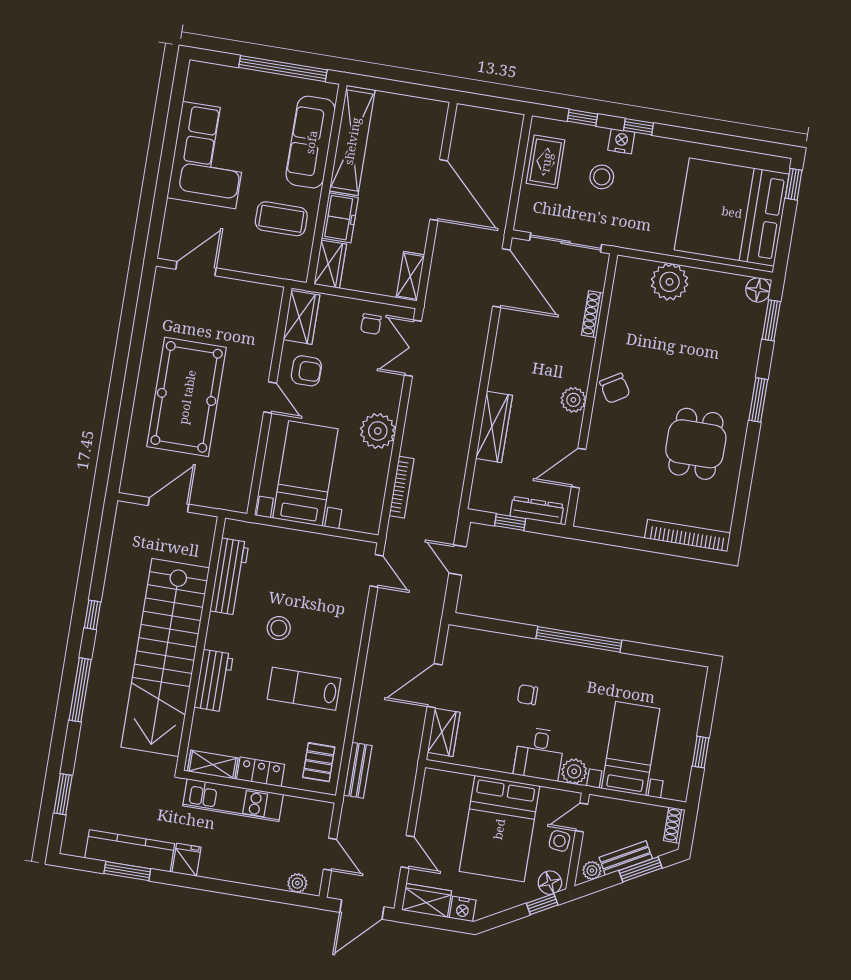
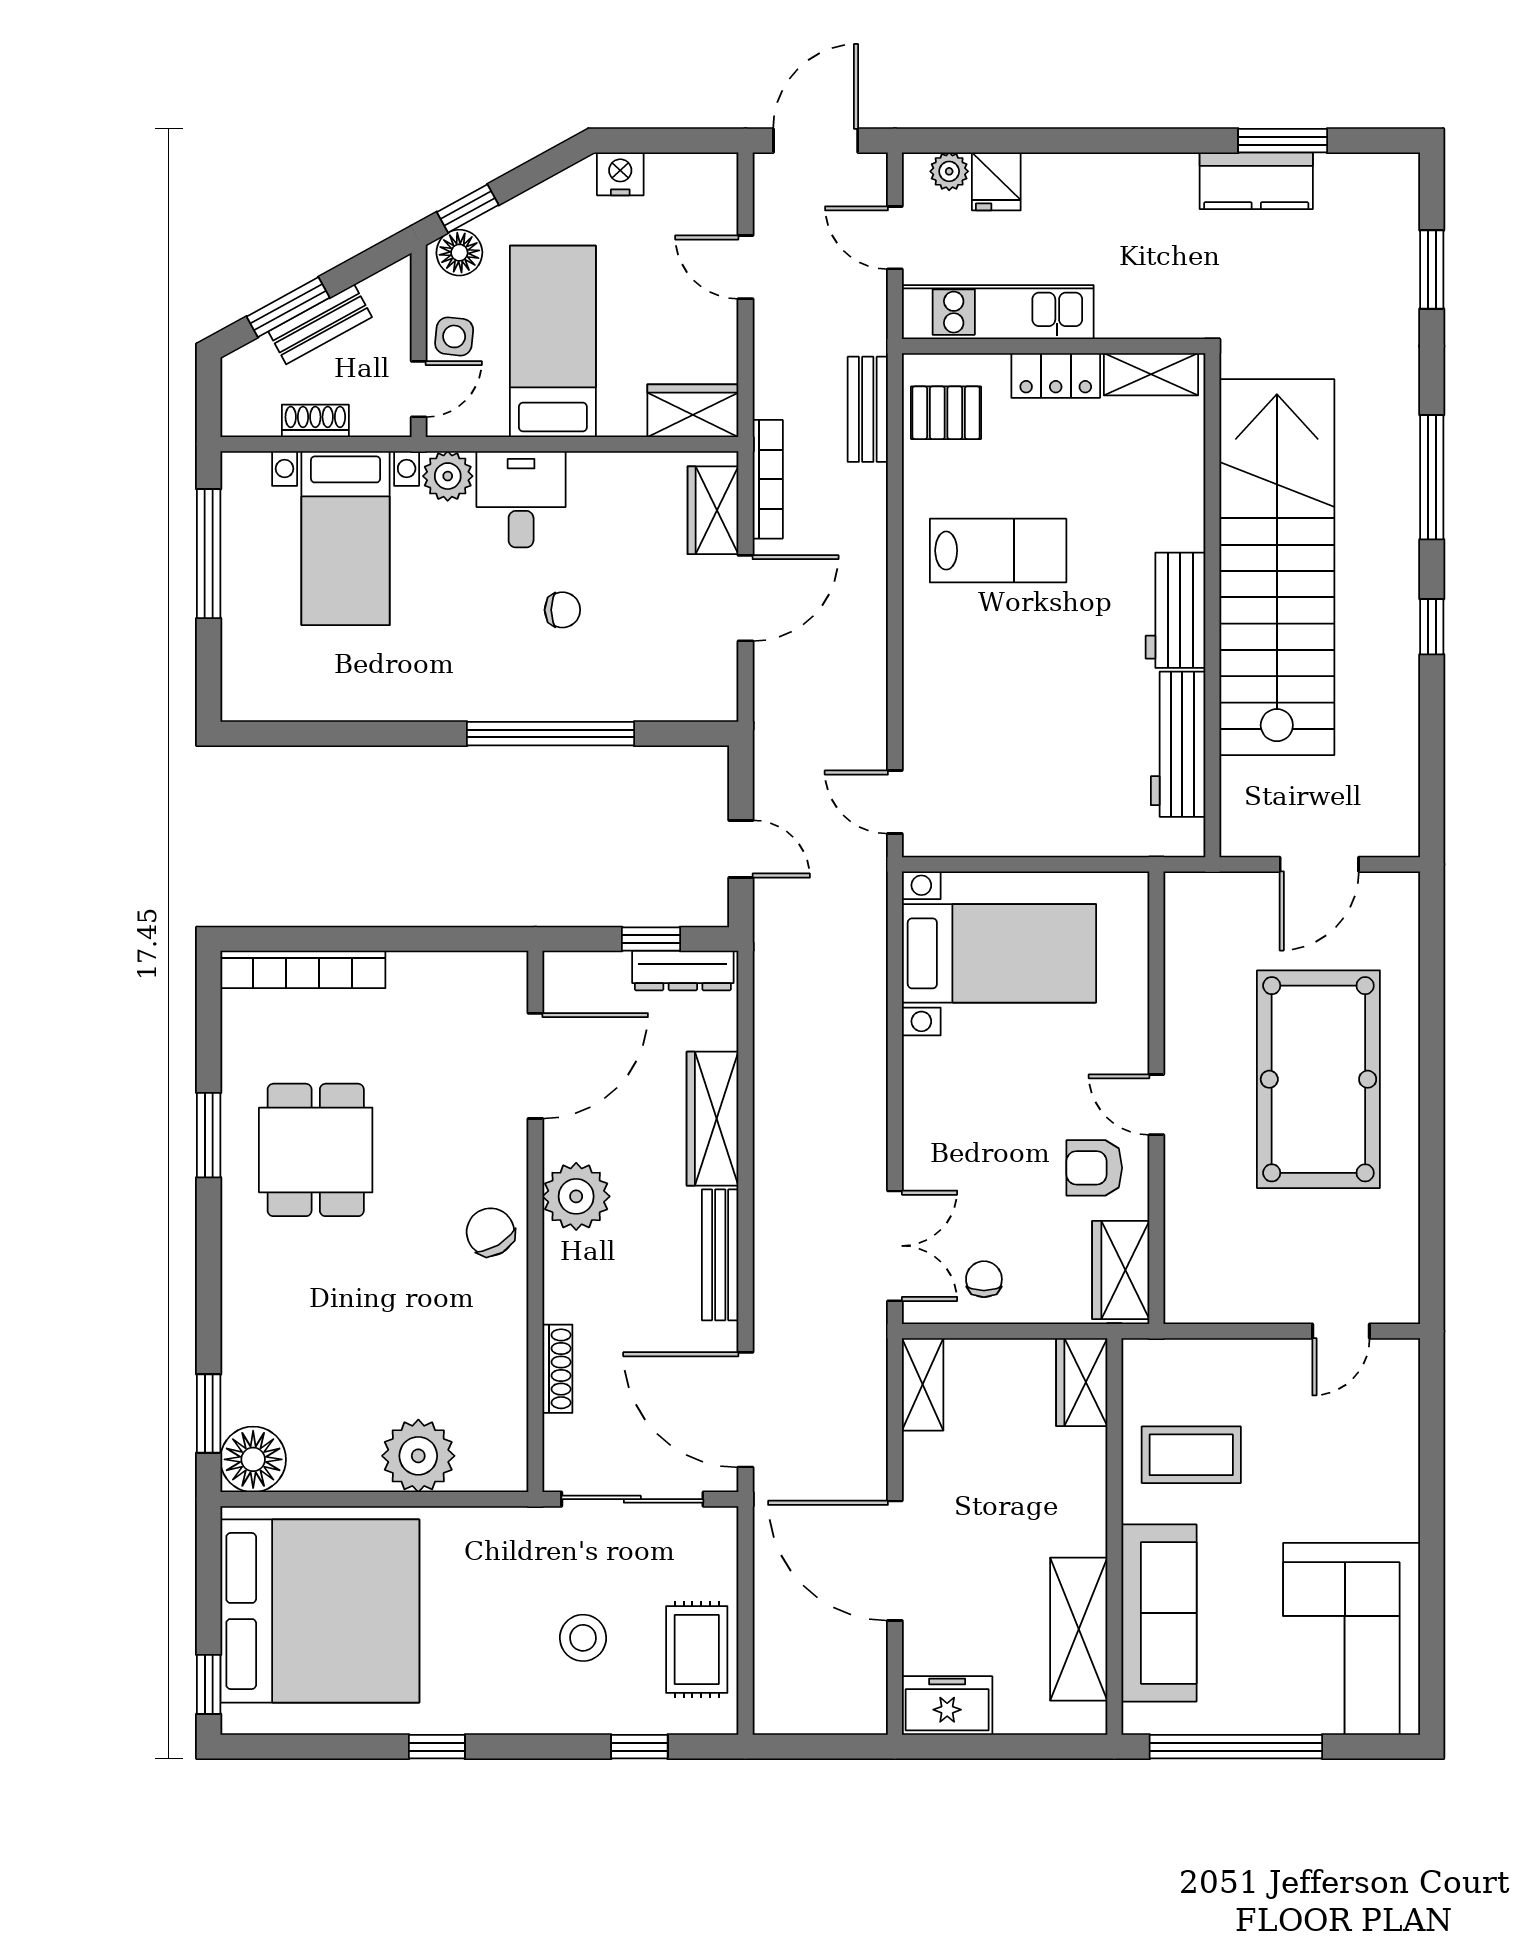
window: (638, 127) -> (437, 1747), moved
shelving: (352, 141) -> (1079, 1629), width x0.68
nightstand: (621, 141) -> (556, 1713), removed
corner sofa: (209, 155) -> (1352, 1639), moved
freezer: (340, 218) -> (947, 1706), moved, turned 90
door: (196, 269) -> (1341, 1331), width x0.73
floor lamp: (758, 290) -> (253, 1459), width x1.38, depth x1.38
bench: (501, 358) -> (720, 1255), added
plant: (573, 400) -> (576, 1196), width x1.36, depth x1.36
window: (758, 400) -> (209, 1135), moved
plant: (378, 431) -> (937, 1074), removed
door: (579, 468) -> (535, 1066), width x1.36
bed with nightstands: (305, 474) -> (999, 953), moved, turned -90
bookcase: (402, 487) -> (768, 479), moved, turned 180
dresser: (537, 510) -> (683, 970), moved
stool: (279, 628) -> (1066, 660), removed
window: (579, 639) -> (550, 734), moved
workbench: (214, 681) -> (1176, 610), moved
window: (701, 752) -> (209, 554), width x2.17
pallet: (319, 762) -> (946, 413), turned 90
kitchen unit: (233, 800) -> (998, 312), moved
shoe rack: (674, 825) -> (315, 421), moved, turned -90
bed: (499, 829) -> (553, 341), width x0.67
kitchen counter: (130, 851) -> (1256, 181), width x0.67
fridge: (187, 860) -> (996, 181), moved
plant: (592, 870) -> (382, 289), removed
wardrobe: (427, 900) -> (693, 411), moved, turned 180

